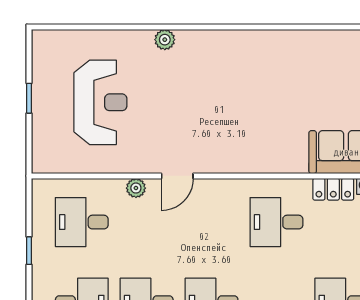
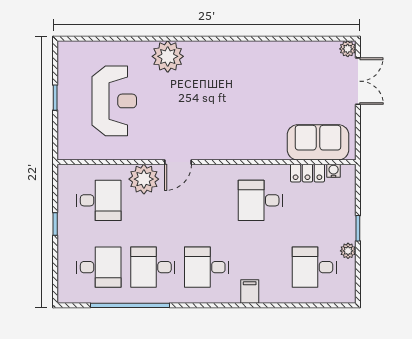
plant: (165, 40) -> (168, 56), width x1.88, depth x1.88
plant: (136, 188) -> (144, 179), width x1.87, depth x1.87
desk: (82, 222) -> (99, 200), turned 180

